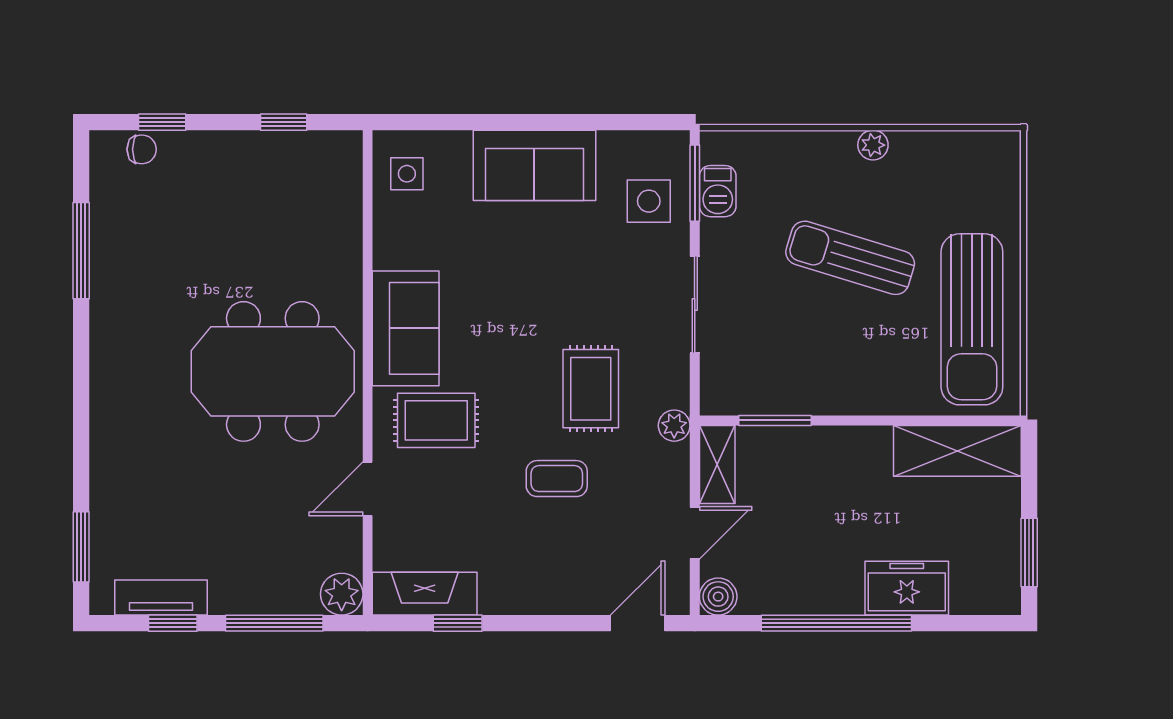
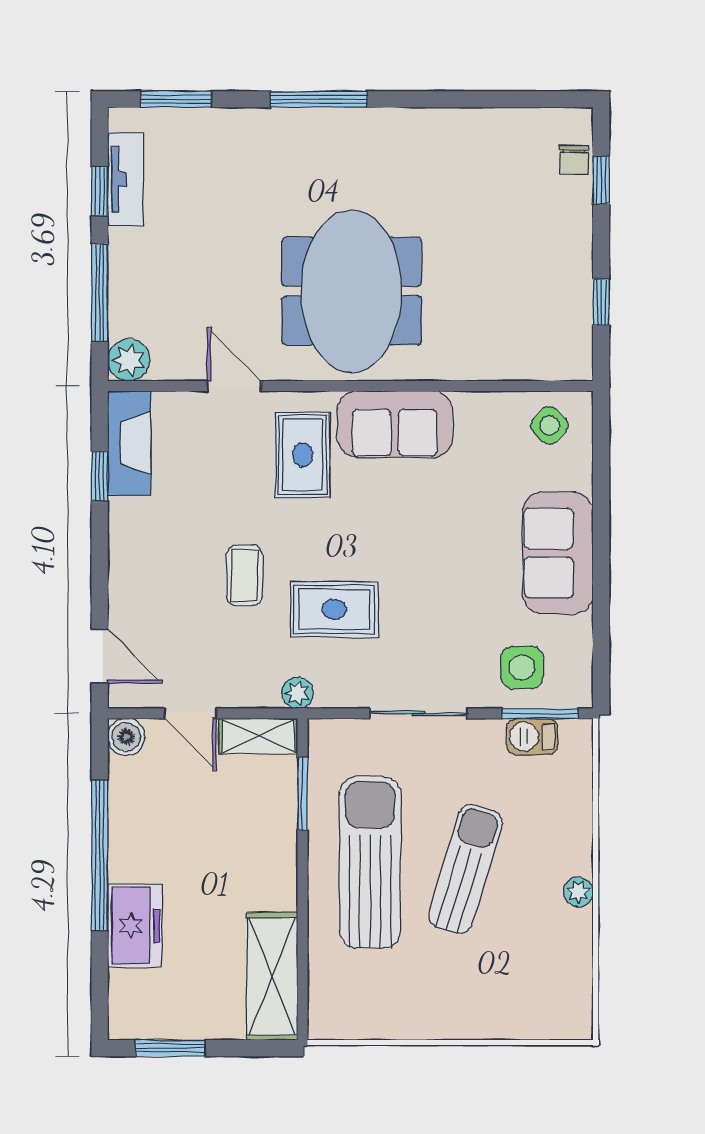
side table: (407, 174) -> (549, 425), turned 45
window: (81, 251) -> (319, 99), moved
sun lounger: (972, 319) -> (370, 862), moved, turned 90

